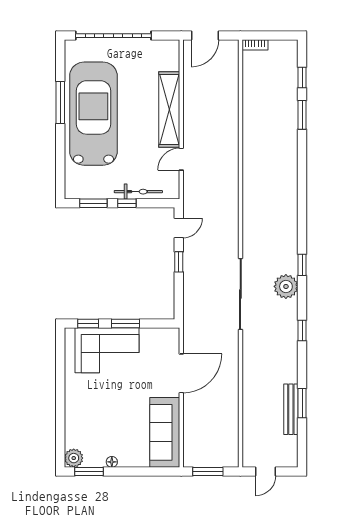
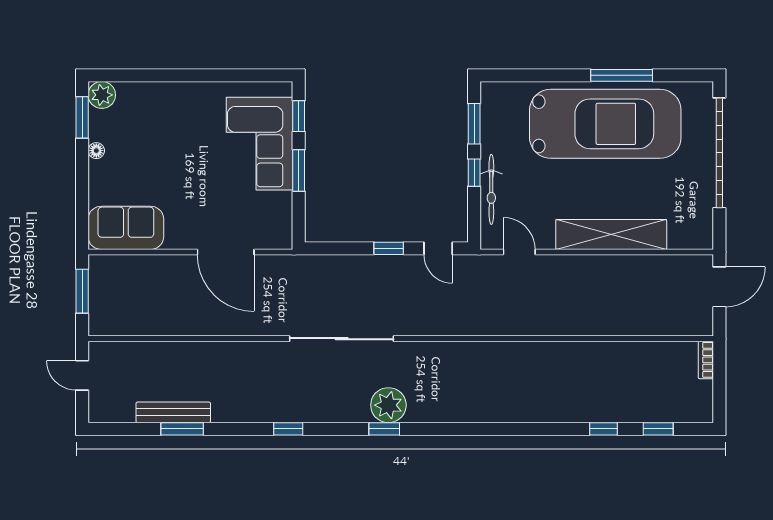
door: (205, 36) -> (719, 287), swing flipped
window: (302, 115) -> (603, 429), width x0.67
door: (181, 159) -> (519, 252), moved
plant: (286, 286) -> (388, 405), moved
sofa: (165, 432) -> (126, 228), width x0.73

